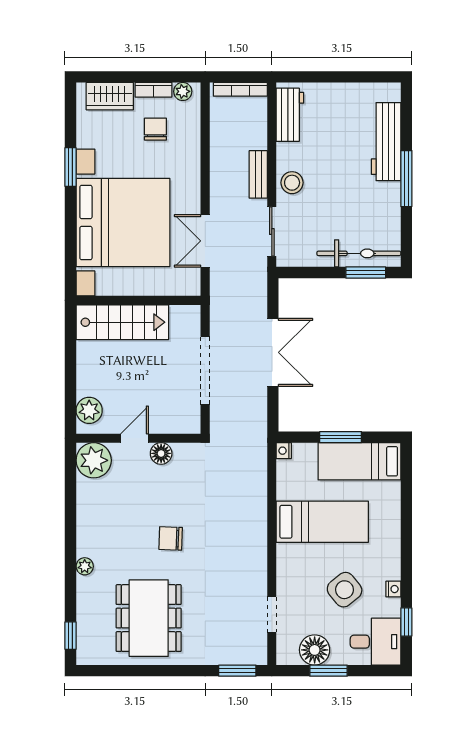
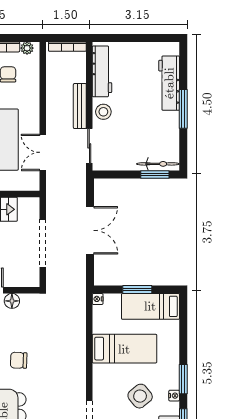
workbench: (290, 115) -> (102, 71), width x1.38
bench: (258, 174) -> (80, 106), width x1.36
bicycle: (359, 253) -> (158, 164), width x0.73, depth x0.71
window: (406, 565) -> (183, 379), added

